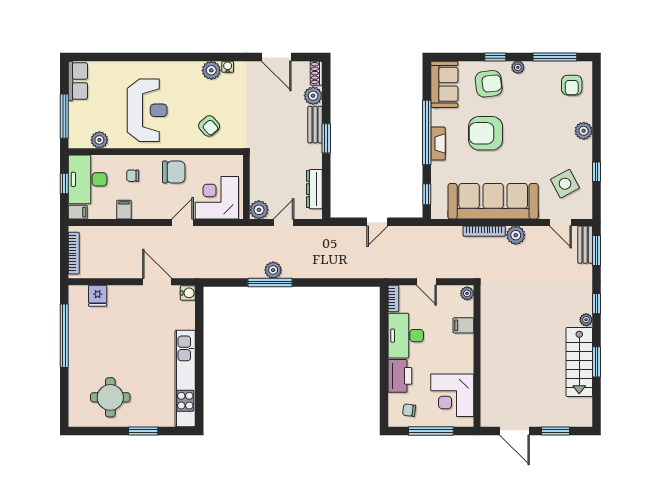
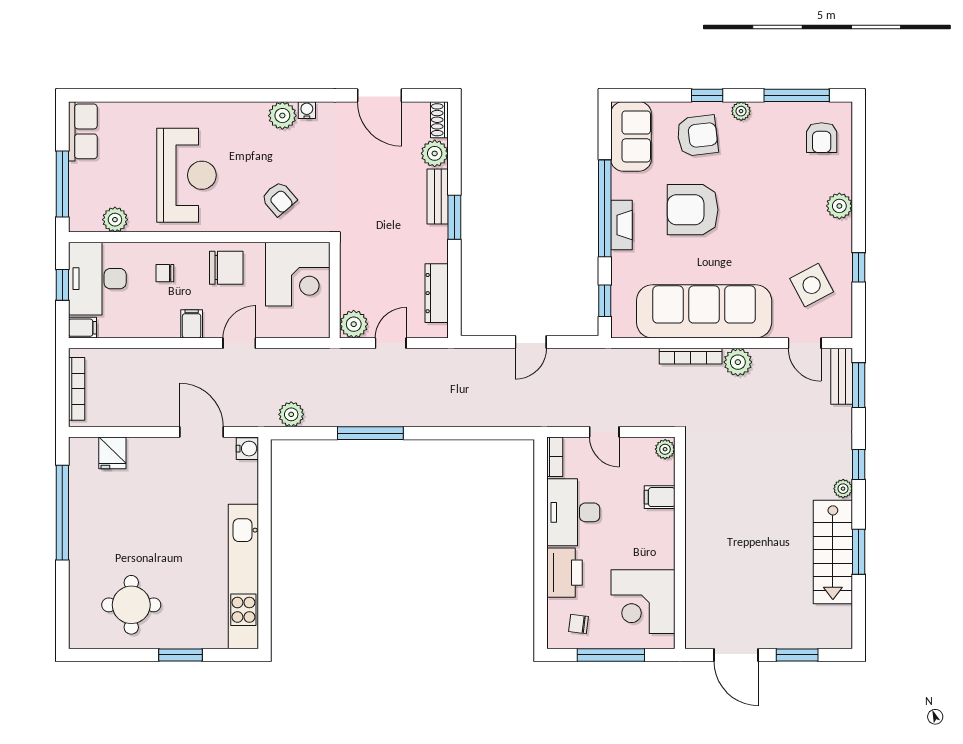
corner desk: (217, 198) -> (298, 274), moved, turned 180
filing cabinet: (124, 210) -> (192, 324), moved
plant: (273, 270) -> (291, 414), moved

